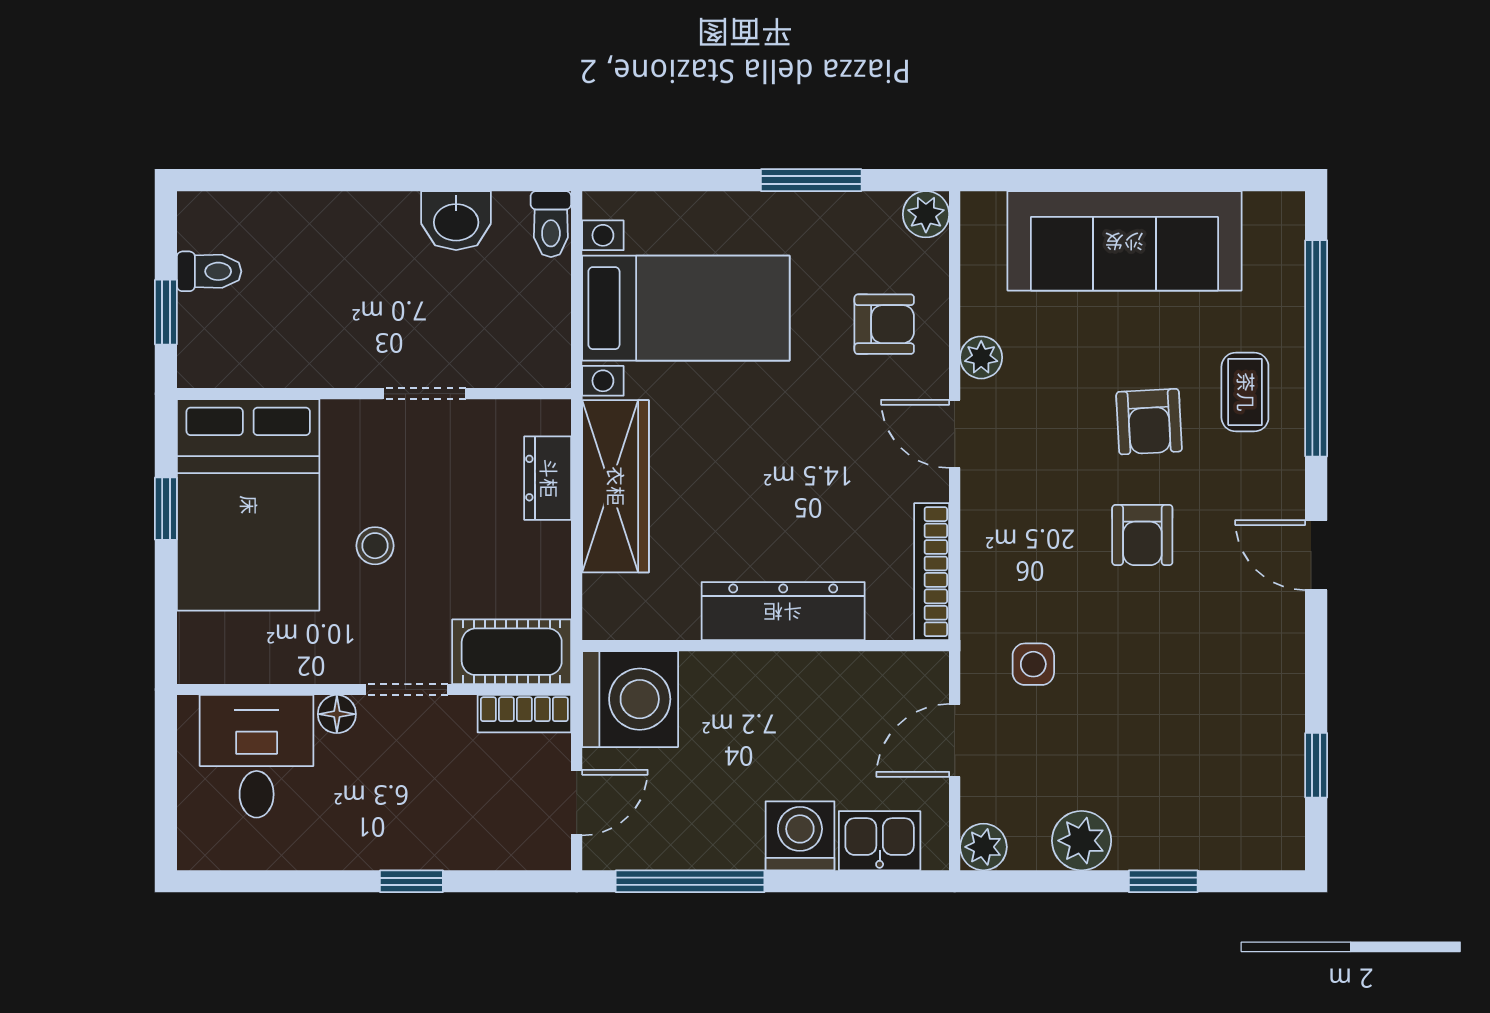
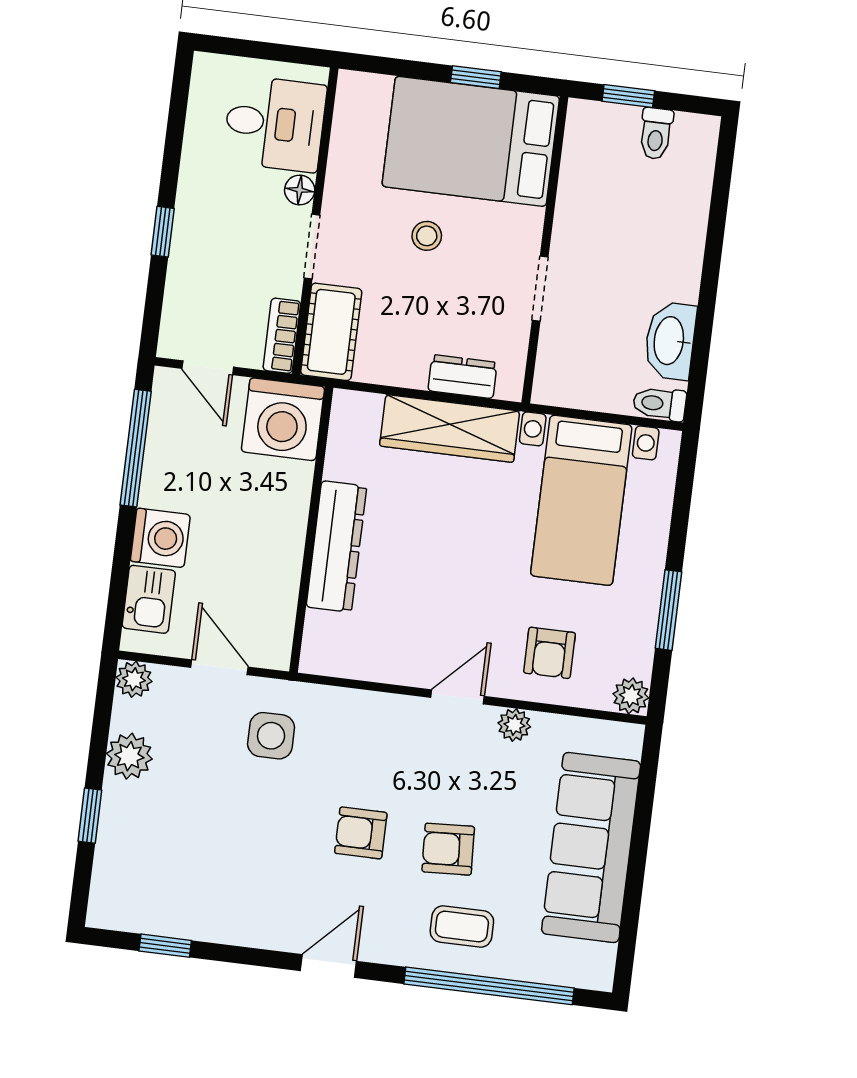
washbasin: (456, 221) -> (670, 341), width x1.38
bookcase: (932, 572) -> (353, 666), removed
side table: (1033, 664) -> (271, 736), width x1.37, depth x1.37

